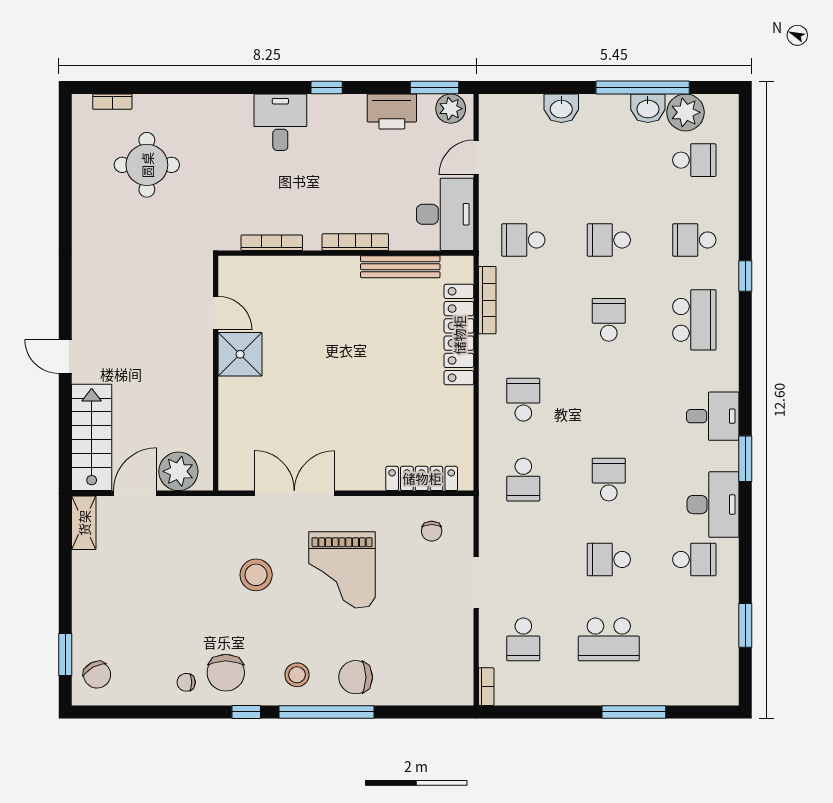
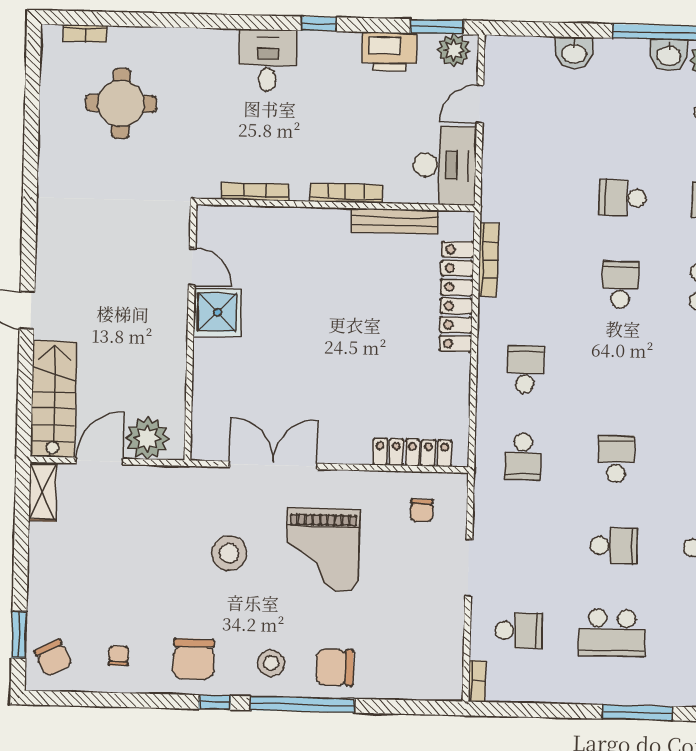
school desk: (523, 240) -> (529, 195), removed
school desk: (609, 559) -> (614, 546), turned 180
school desk: (523, 639) -> (519, 631), turned -90
chair: (186, 682) -> (118, 656), moved, turned 90

